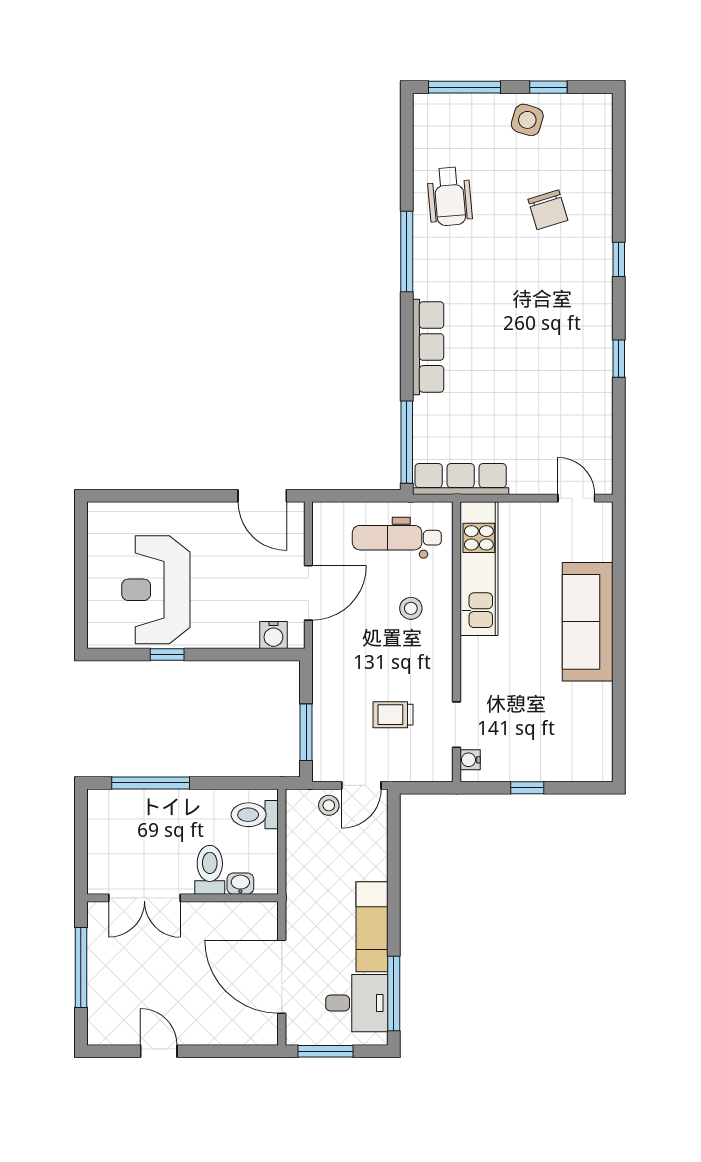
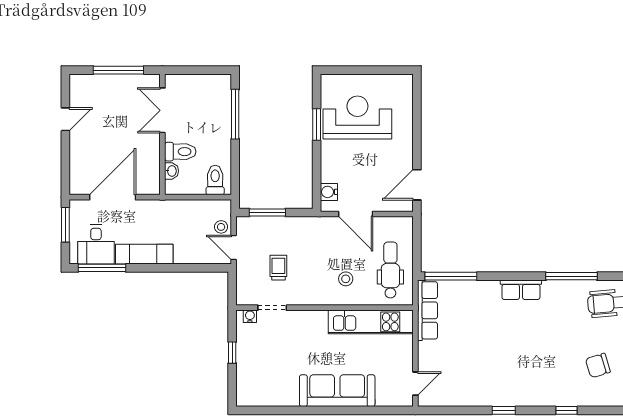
row of seats: (428, 347) -> (521, 290), width x0.68
window: (167, 654) -> (317, 125), width x1.50

